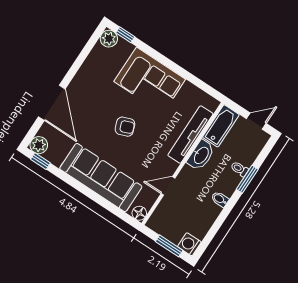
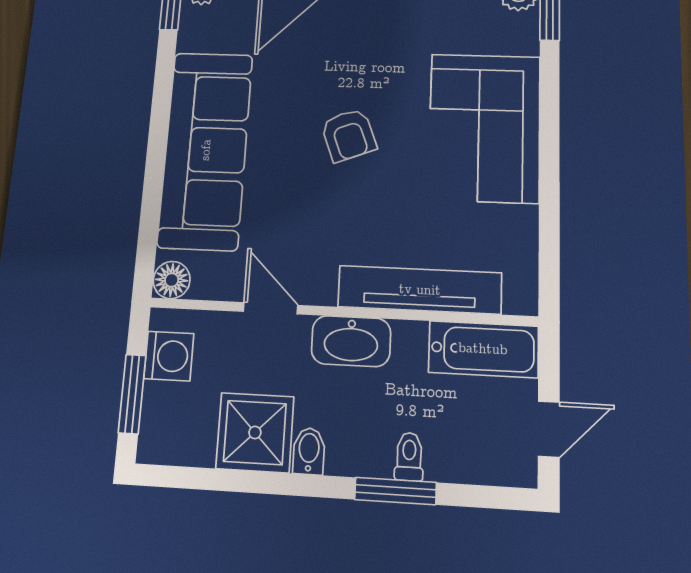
door: (256, 121) -> (549, 429), hinge flipped
washbasin: (201, 155) -> (351, 341), moved
shower: (204, 213) -> (255, 433), added
washing machine: (189, 244) -> (169, 356), moved, turned 90

